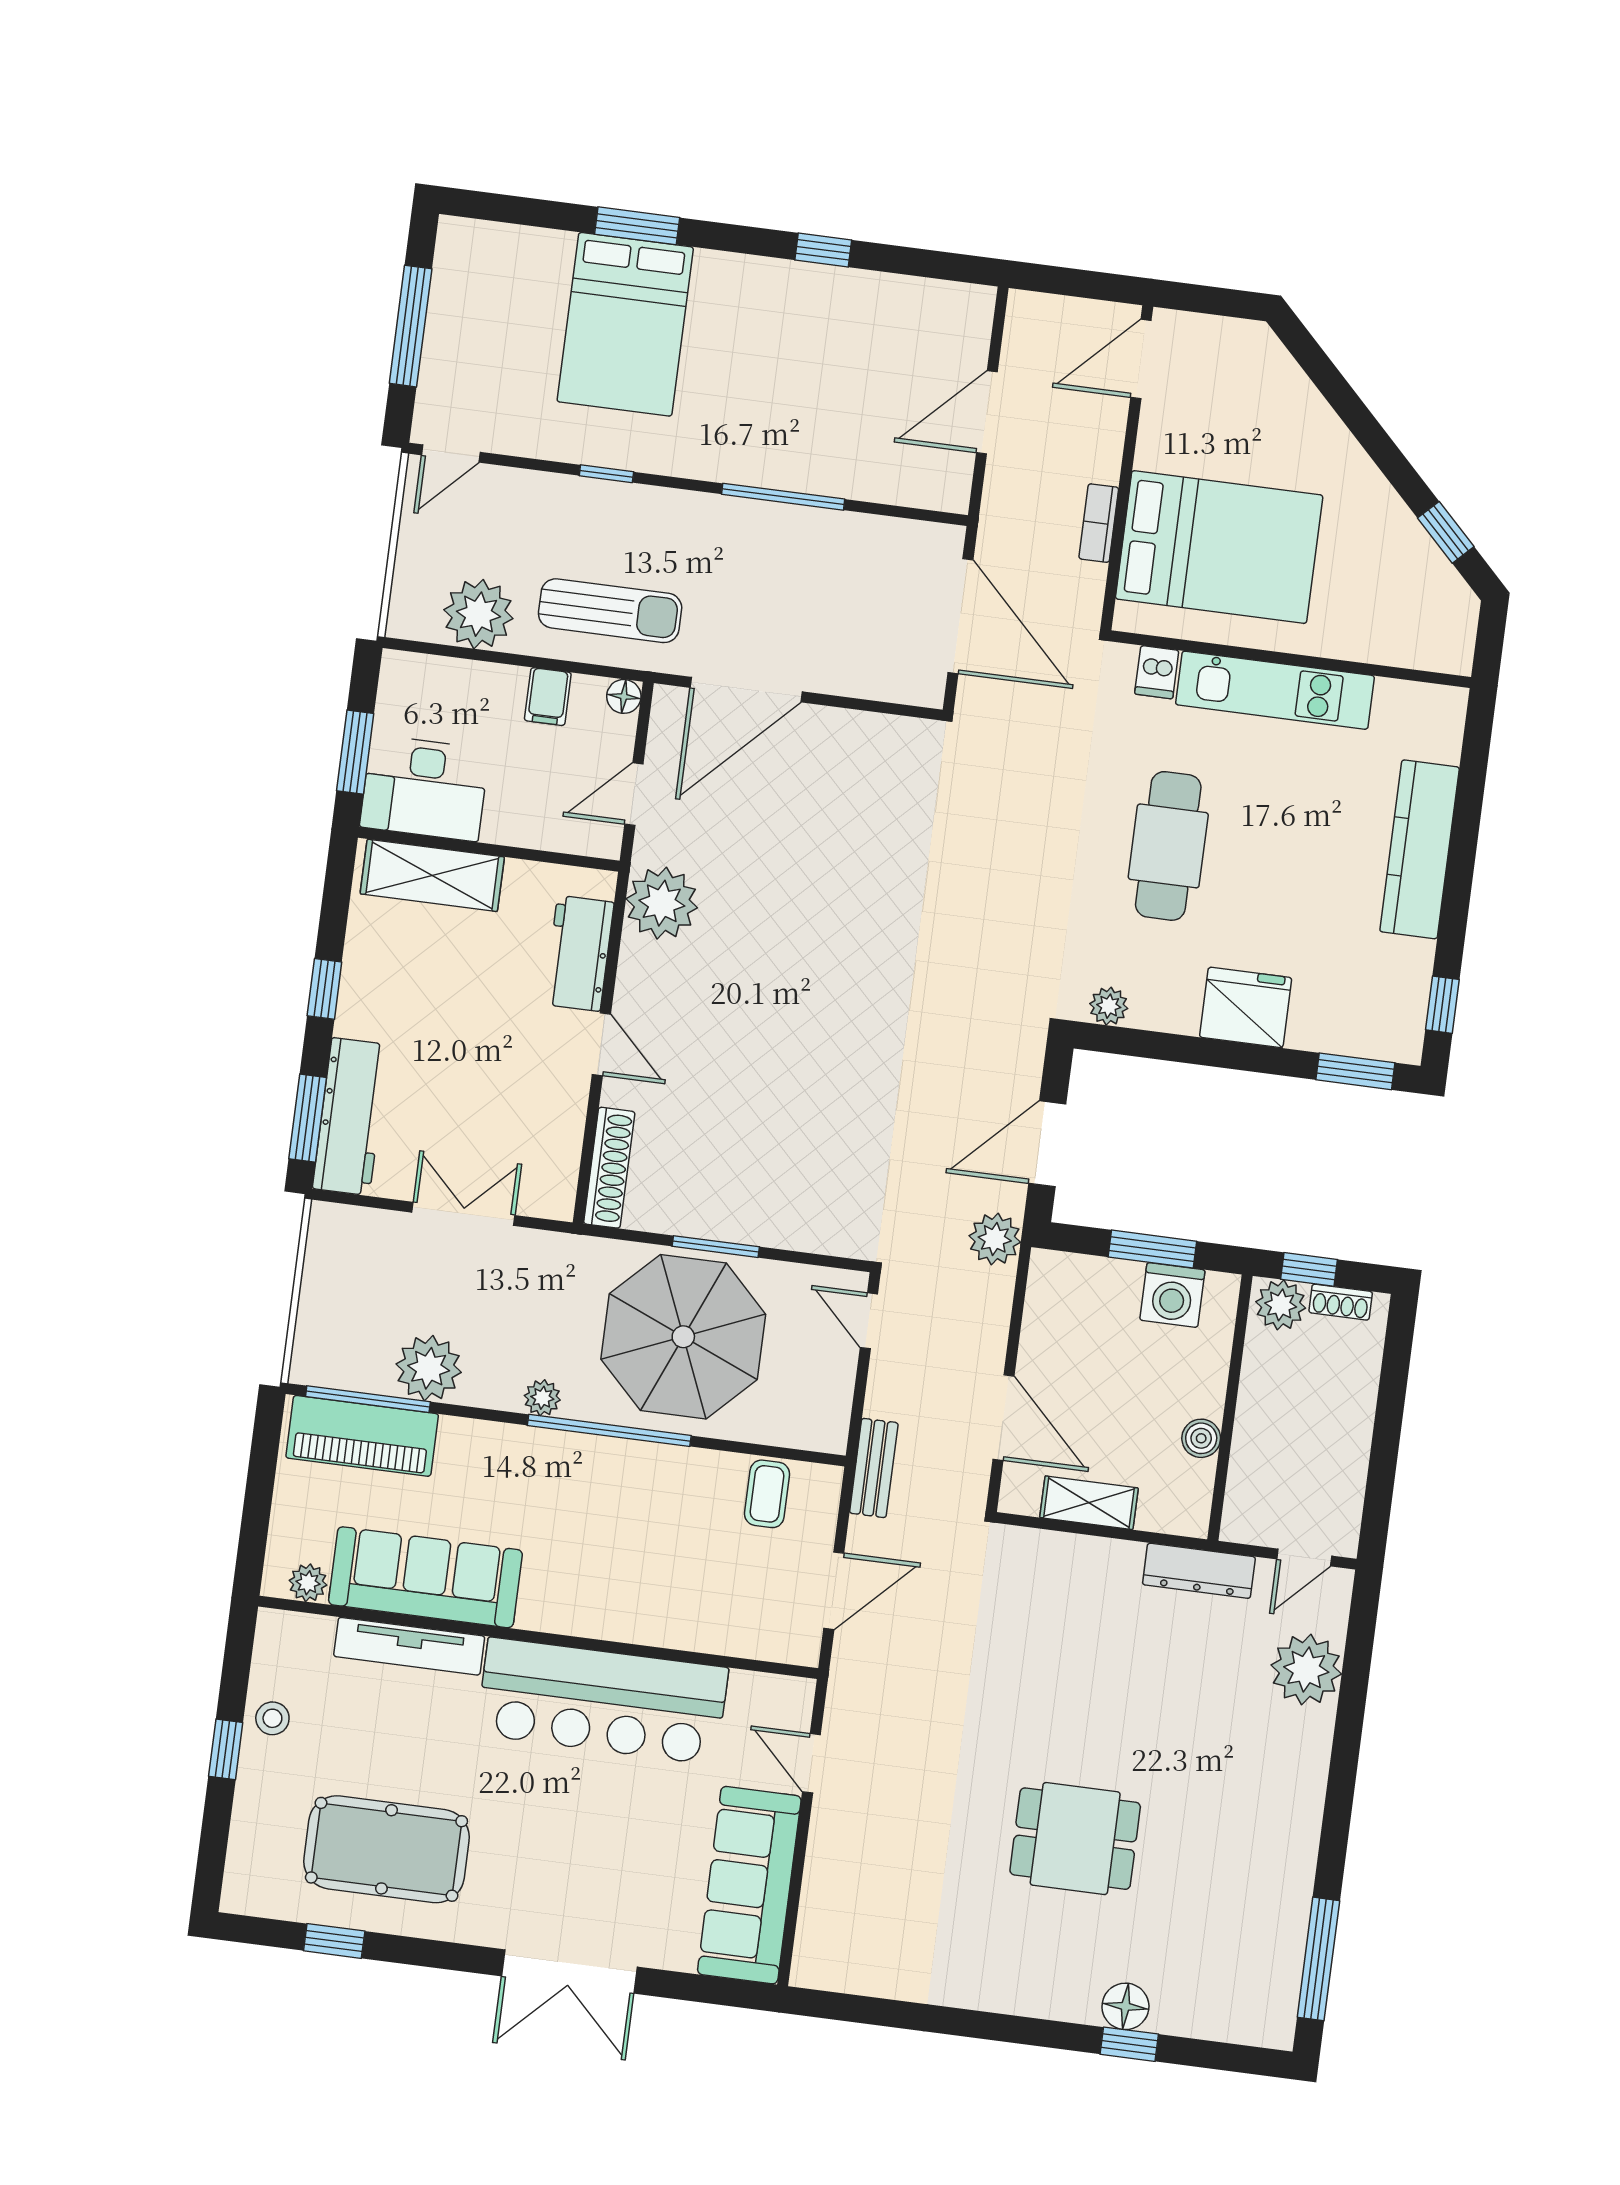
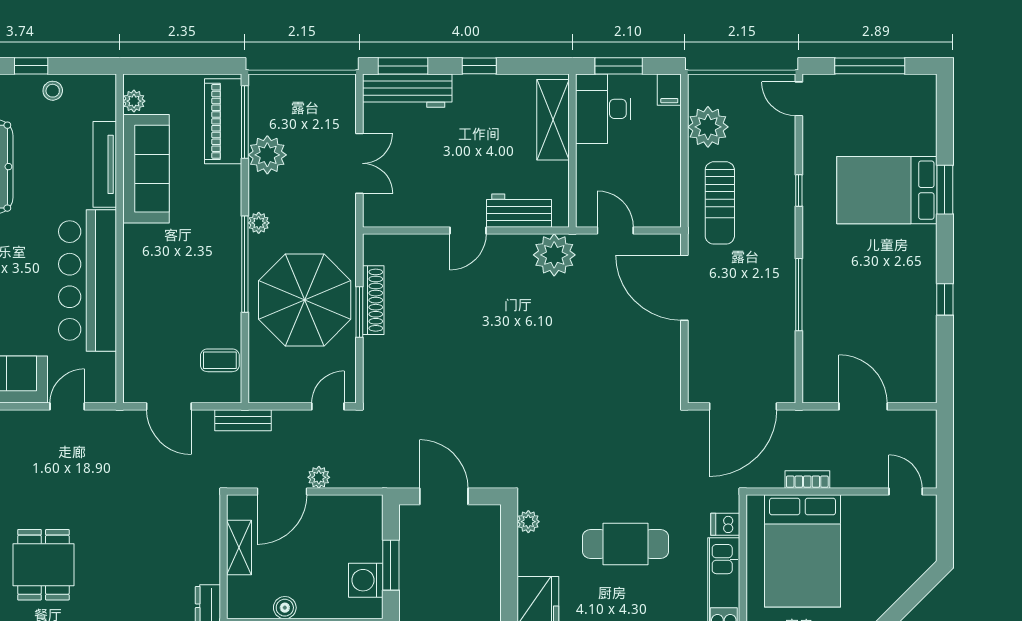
door: (1141, 359) -> (906, 492), width x0.73
floor lamp: (624, 696) -> (671, 217), removed
filing cabinet: (548, 697) -> (669, 90), moved, turned -90
shoe rack: (609, 1168) -> (373, 300), moved, turned -90
plant: (995, 1239) -> (319, 477), moved, width x0.73, depth x0.73

